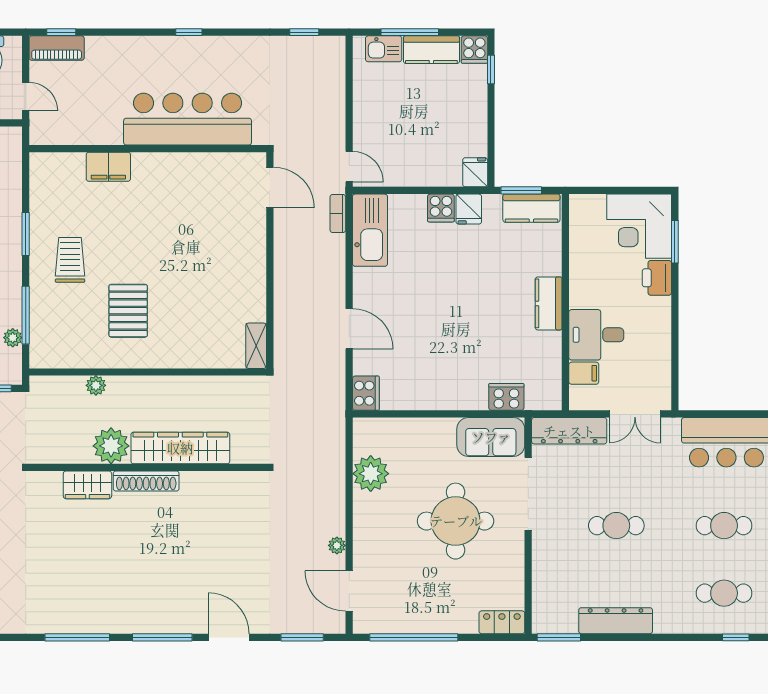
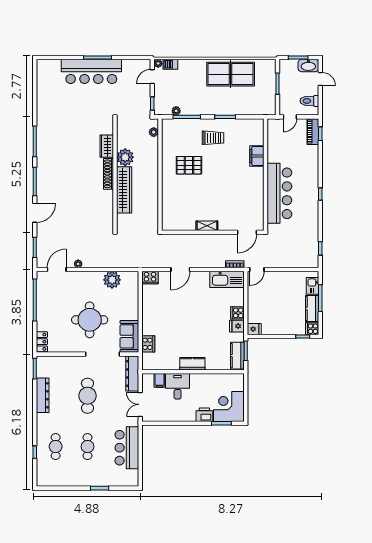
shelving: (256, 346) -> (207, 226), moved
plant: (96, 385) -> (154, 132), moved
cafe table: (616, 526) -> (87, 396), width x1.37, depth x1.35

